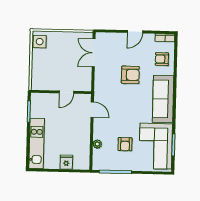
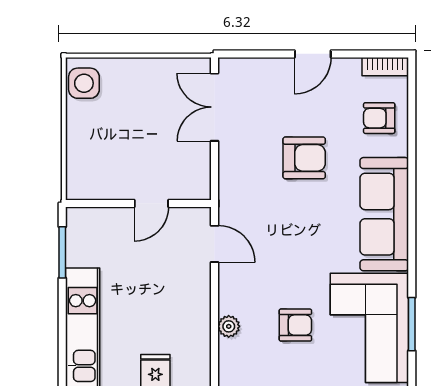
armchair: (125, 144) -> (295, 325), turned -90

